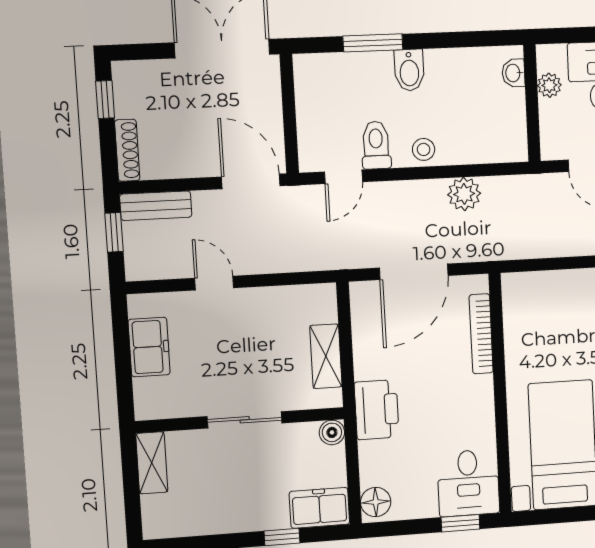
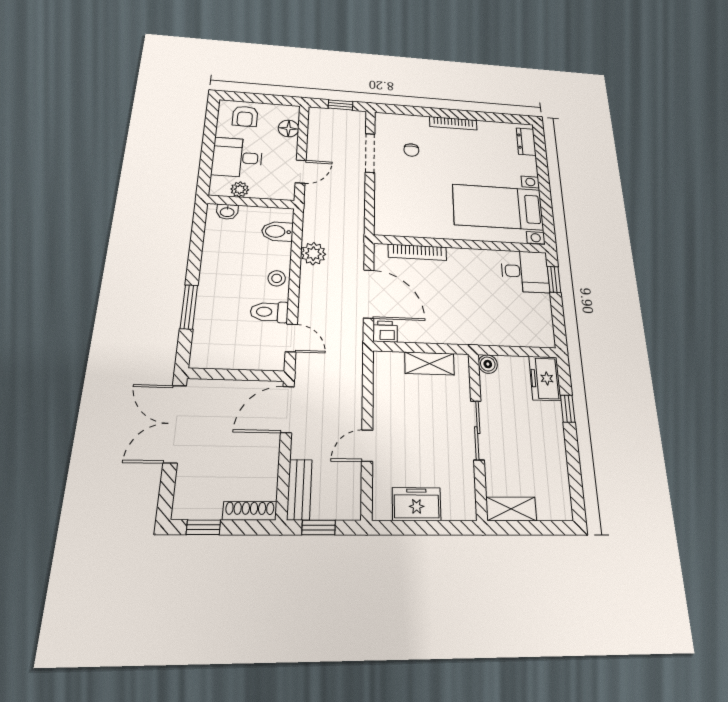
bidet: (409, 70) -> (277, 231), moved, turned 180
printer: (377, 410) -> (385, 331), moved, width x0.53, depth x0.68
floor lamp: (376, 502) -> (540, 337), removed

